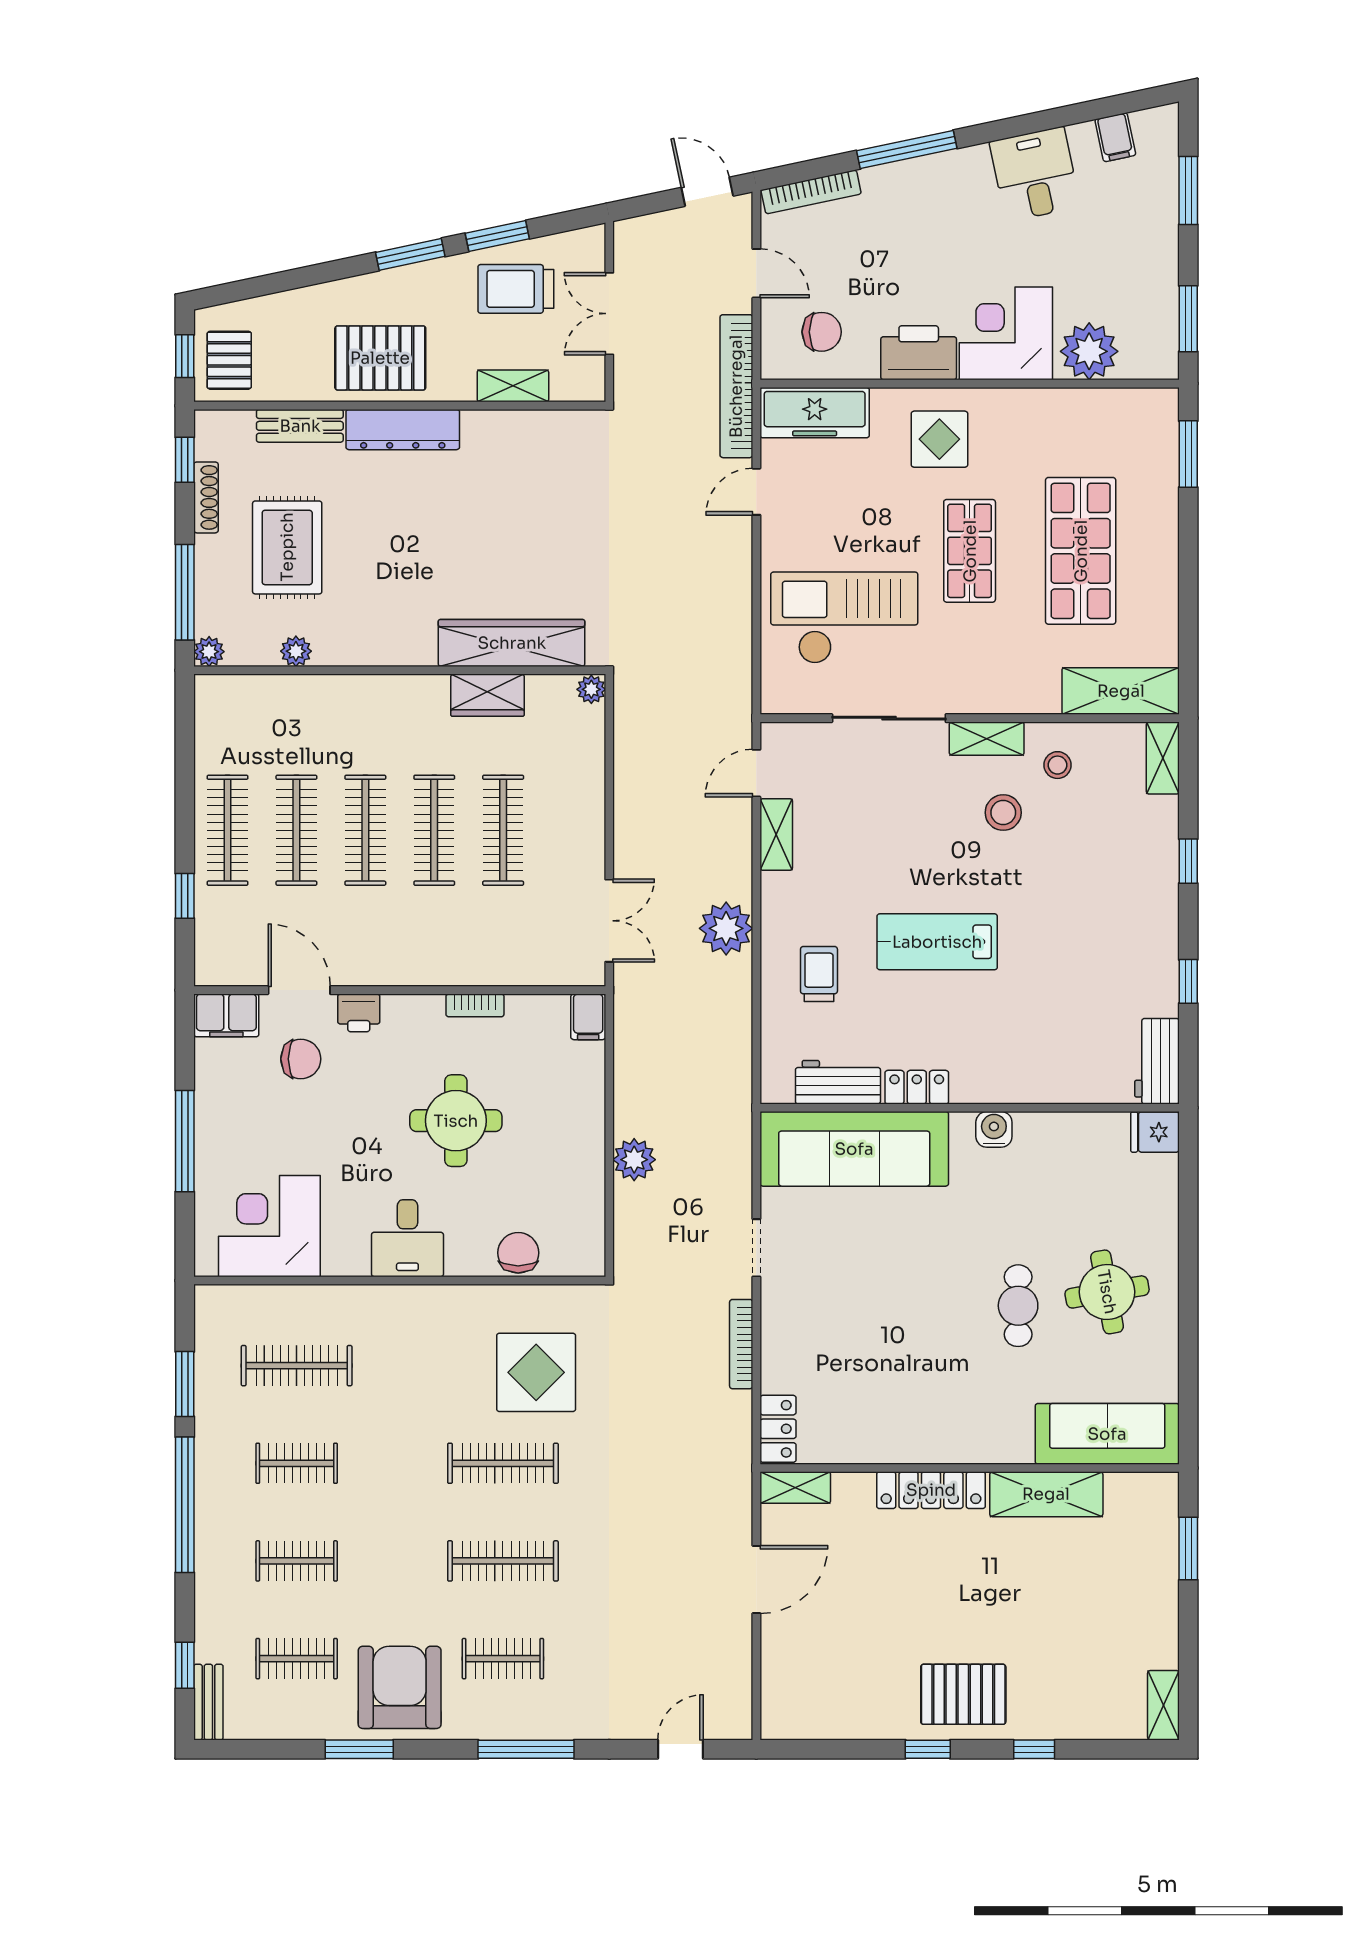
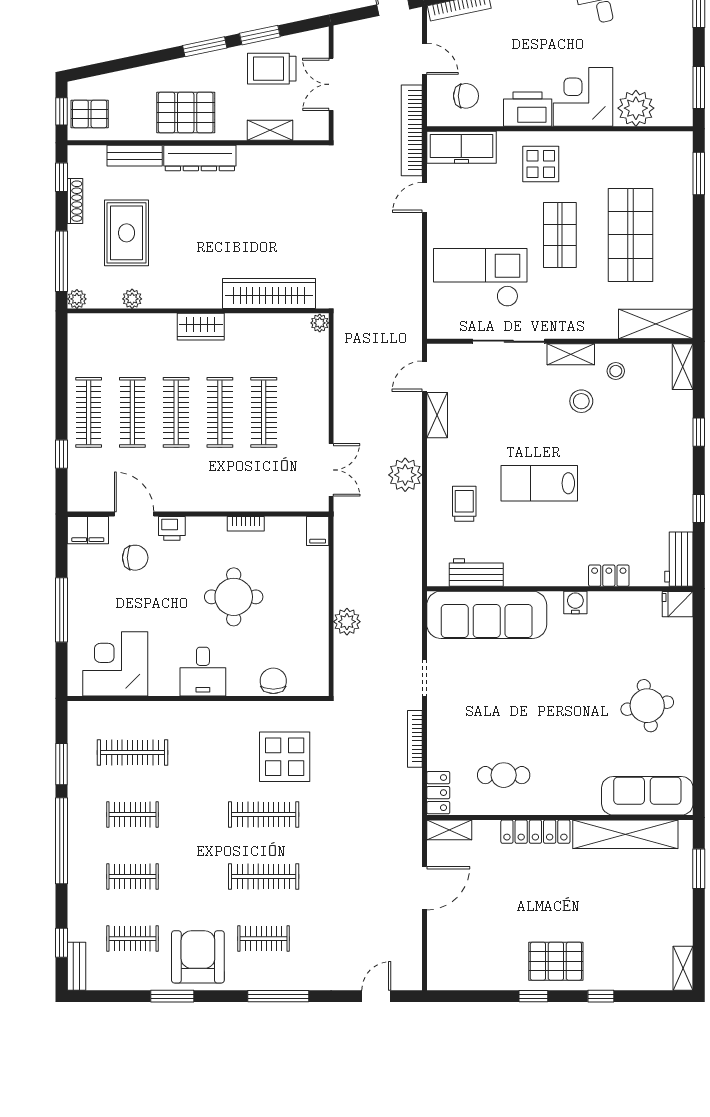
pallet: (229, 360) -> (90, 114), turned 90
wardrobe: (488, 695) -> (201, 327), moved
locker: (917, 1087) -> (609, 576), moved
cafe table: (1018, 1306) -> (504, 775), moved, turned 90
shelving: (1046, 1494) -> (625, 834), width x1.47

